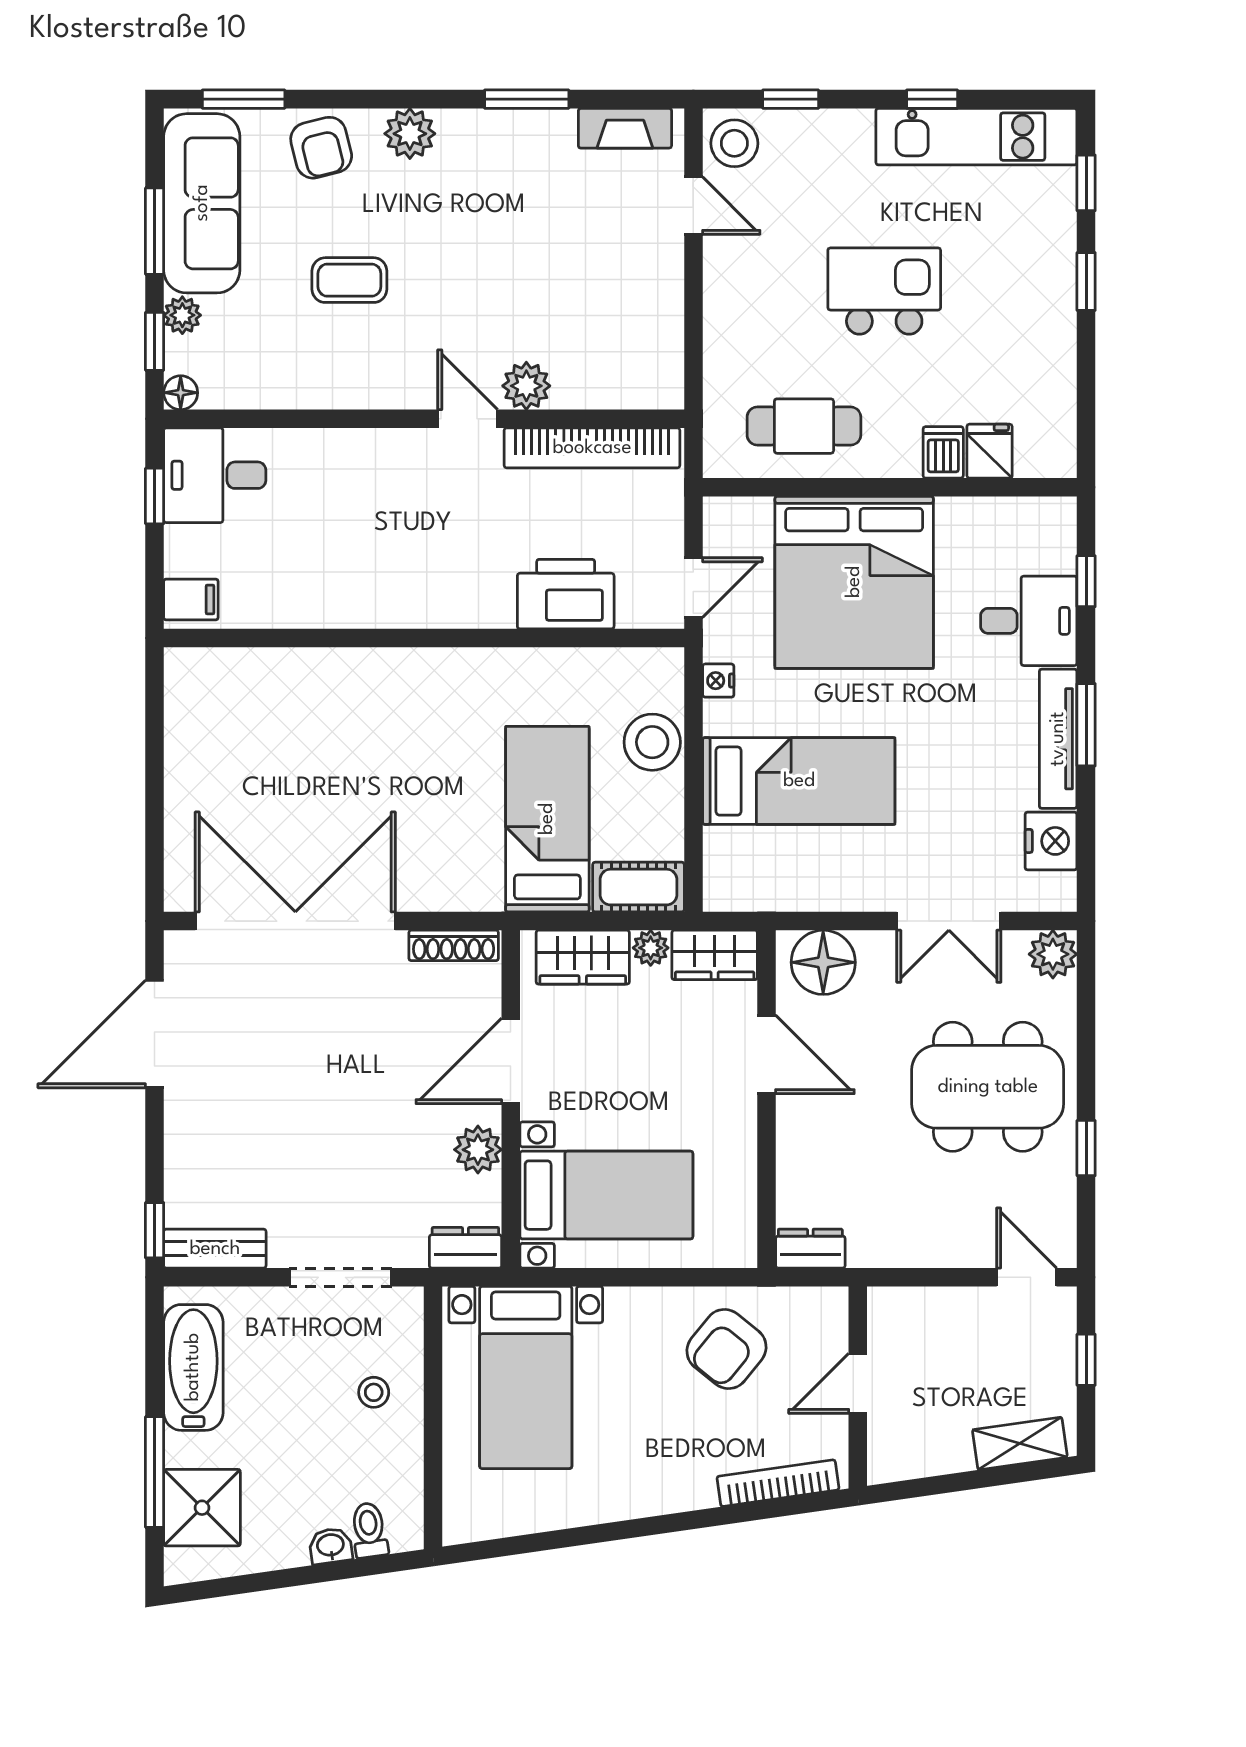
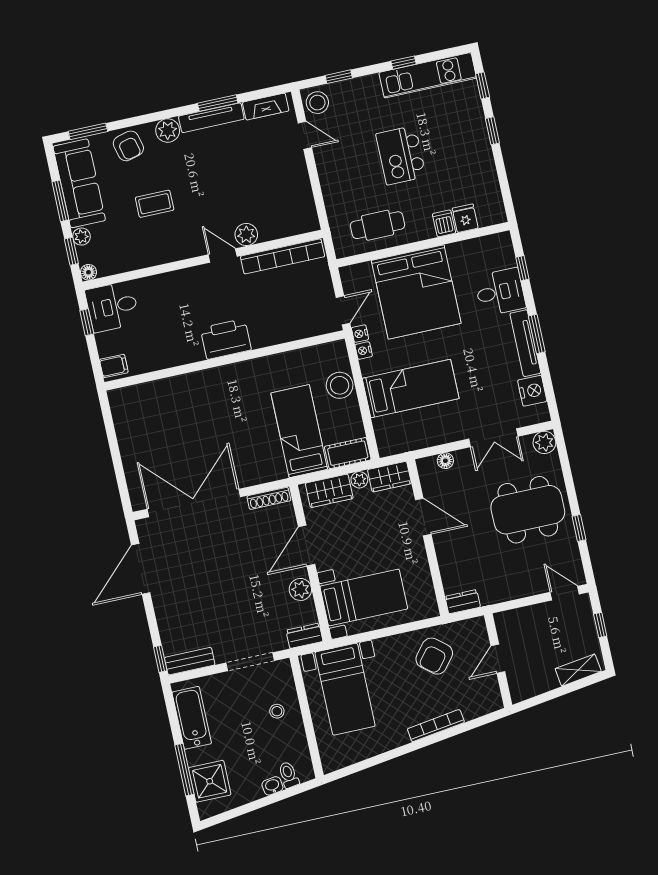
tv unit: (507, 127) -> (211, 118), added
kitchen island: (884, 291) -> (401, 155), turned -90
printer: (566, 594) -> (226, 339), moved
nightstand: (718, 644) -> (360, 334), added
floor lamp: (823, 962) -> (445, 461), width x0.53, depth x0.53
bookcase: (778, 1483) -> (436, 726), moved

